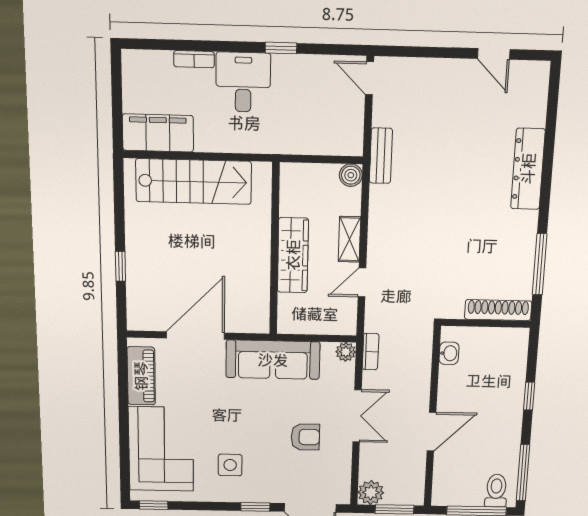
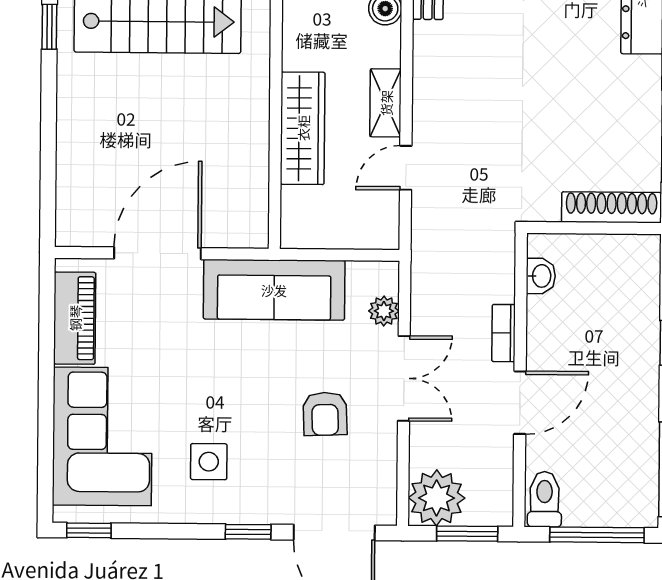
window: (120, 266) -> (49, 27), moved
plant: (346, 352) -> (384, 311), moved
bookcase: (371, 352) -> (504, 333), moved, turned 180
armchair: (305, 437) -> (325, 414), turned 88
toilet: (496, 491) -> (544, 499), moved
plant: (371, 493) -> (437, 498), width x1.36, depth x1.36

